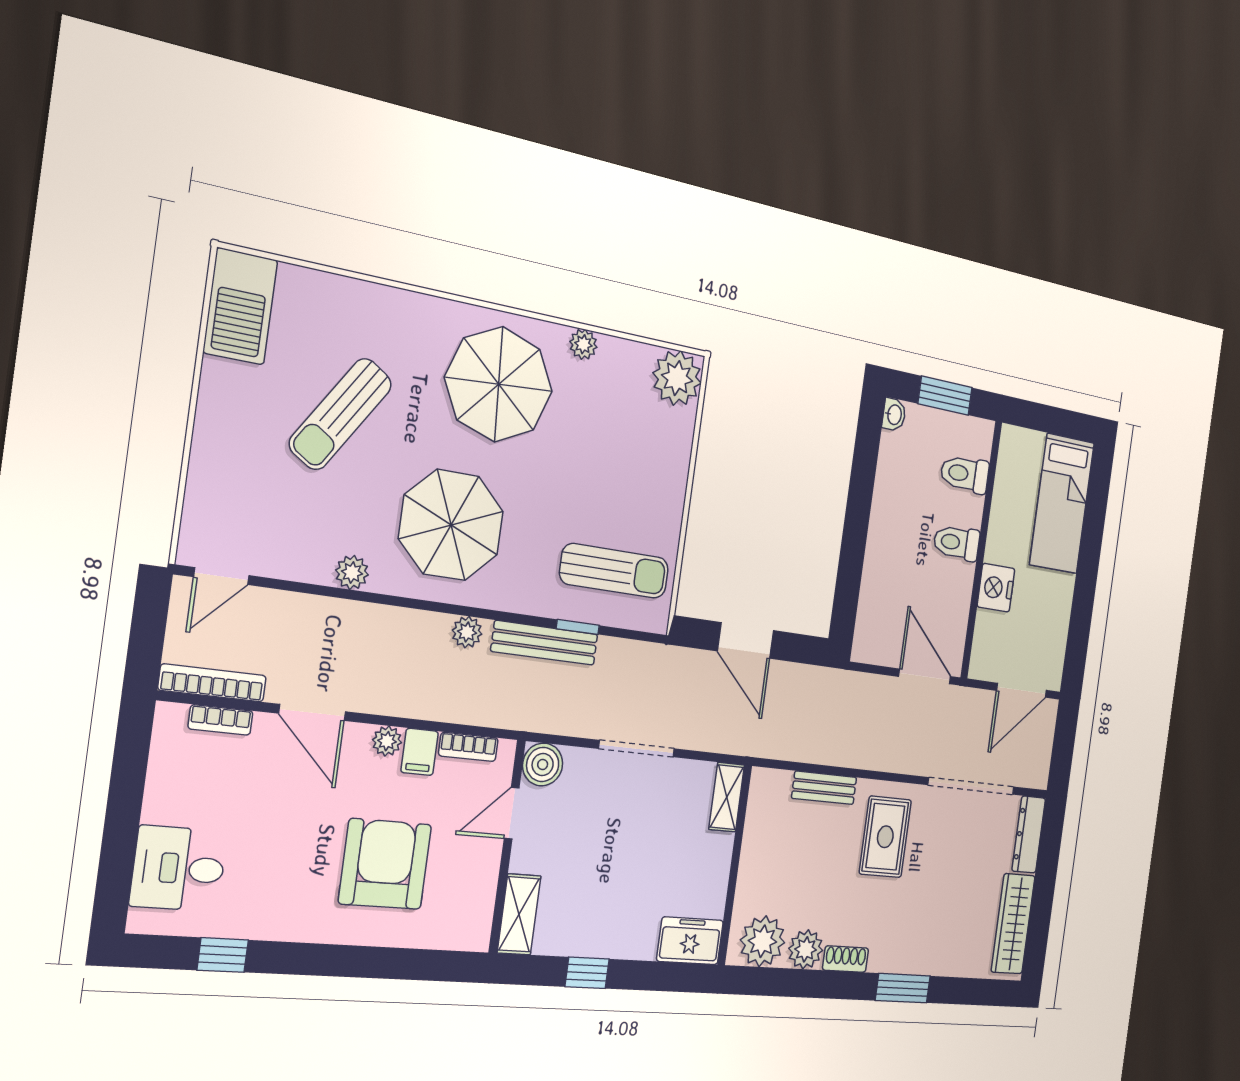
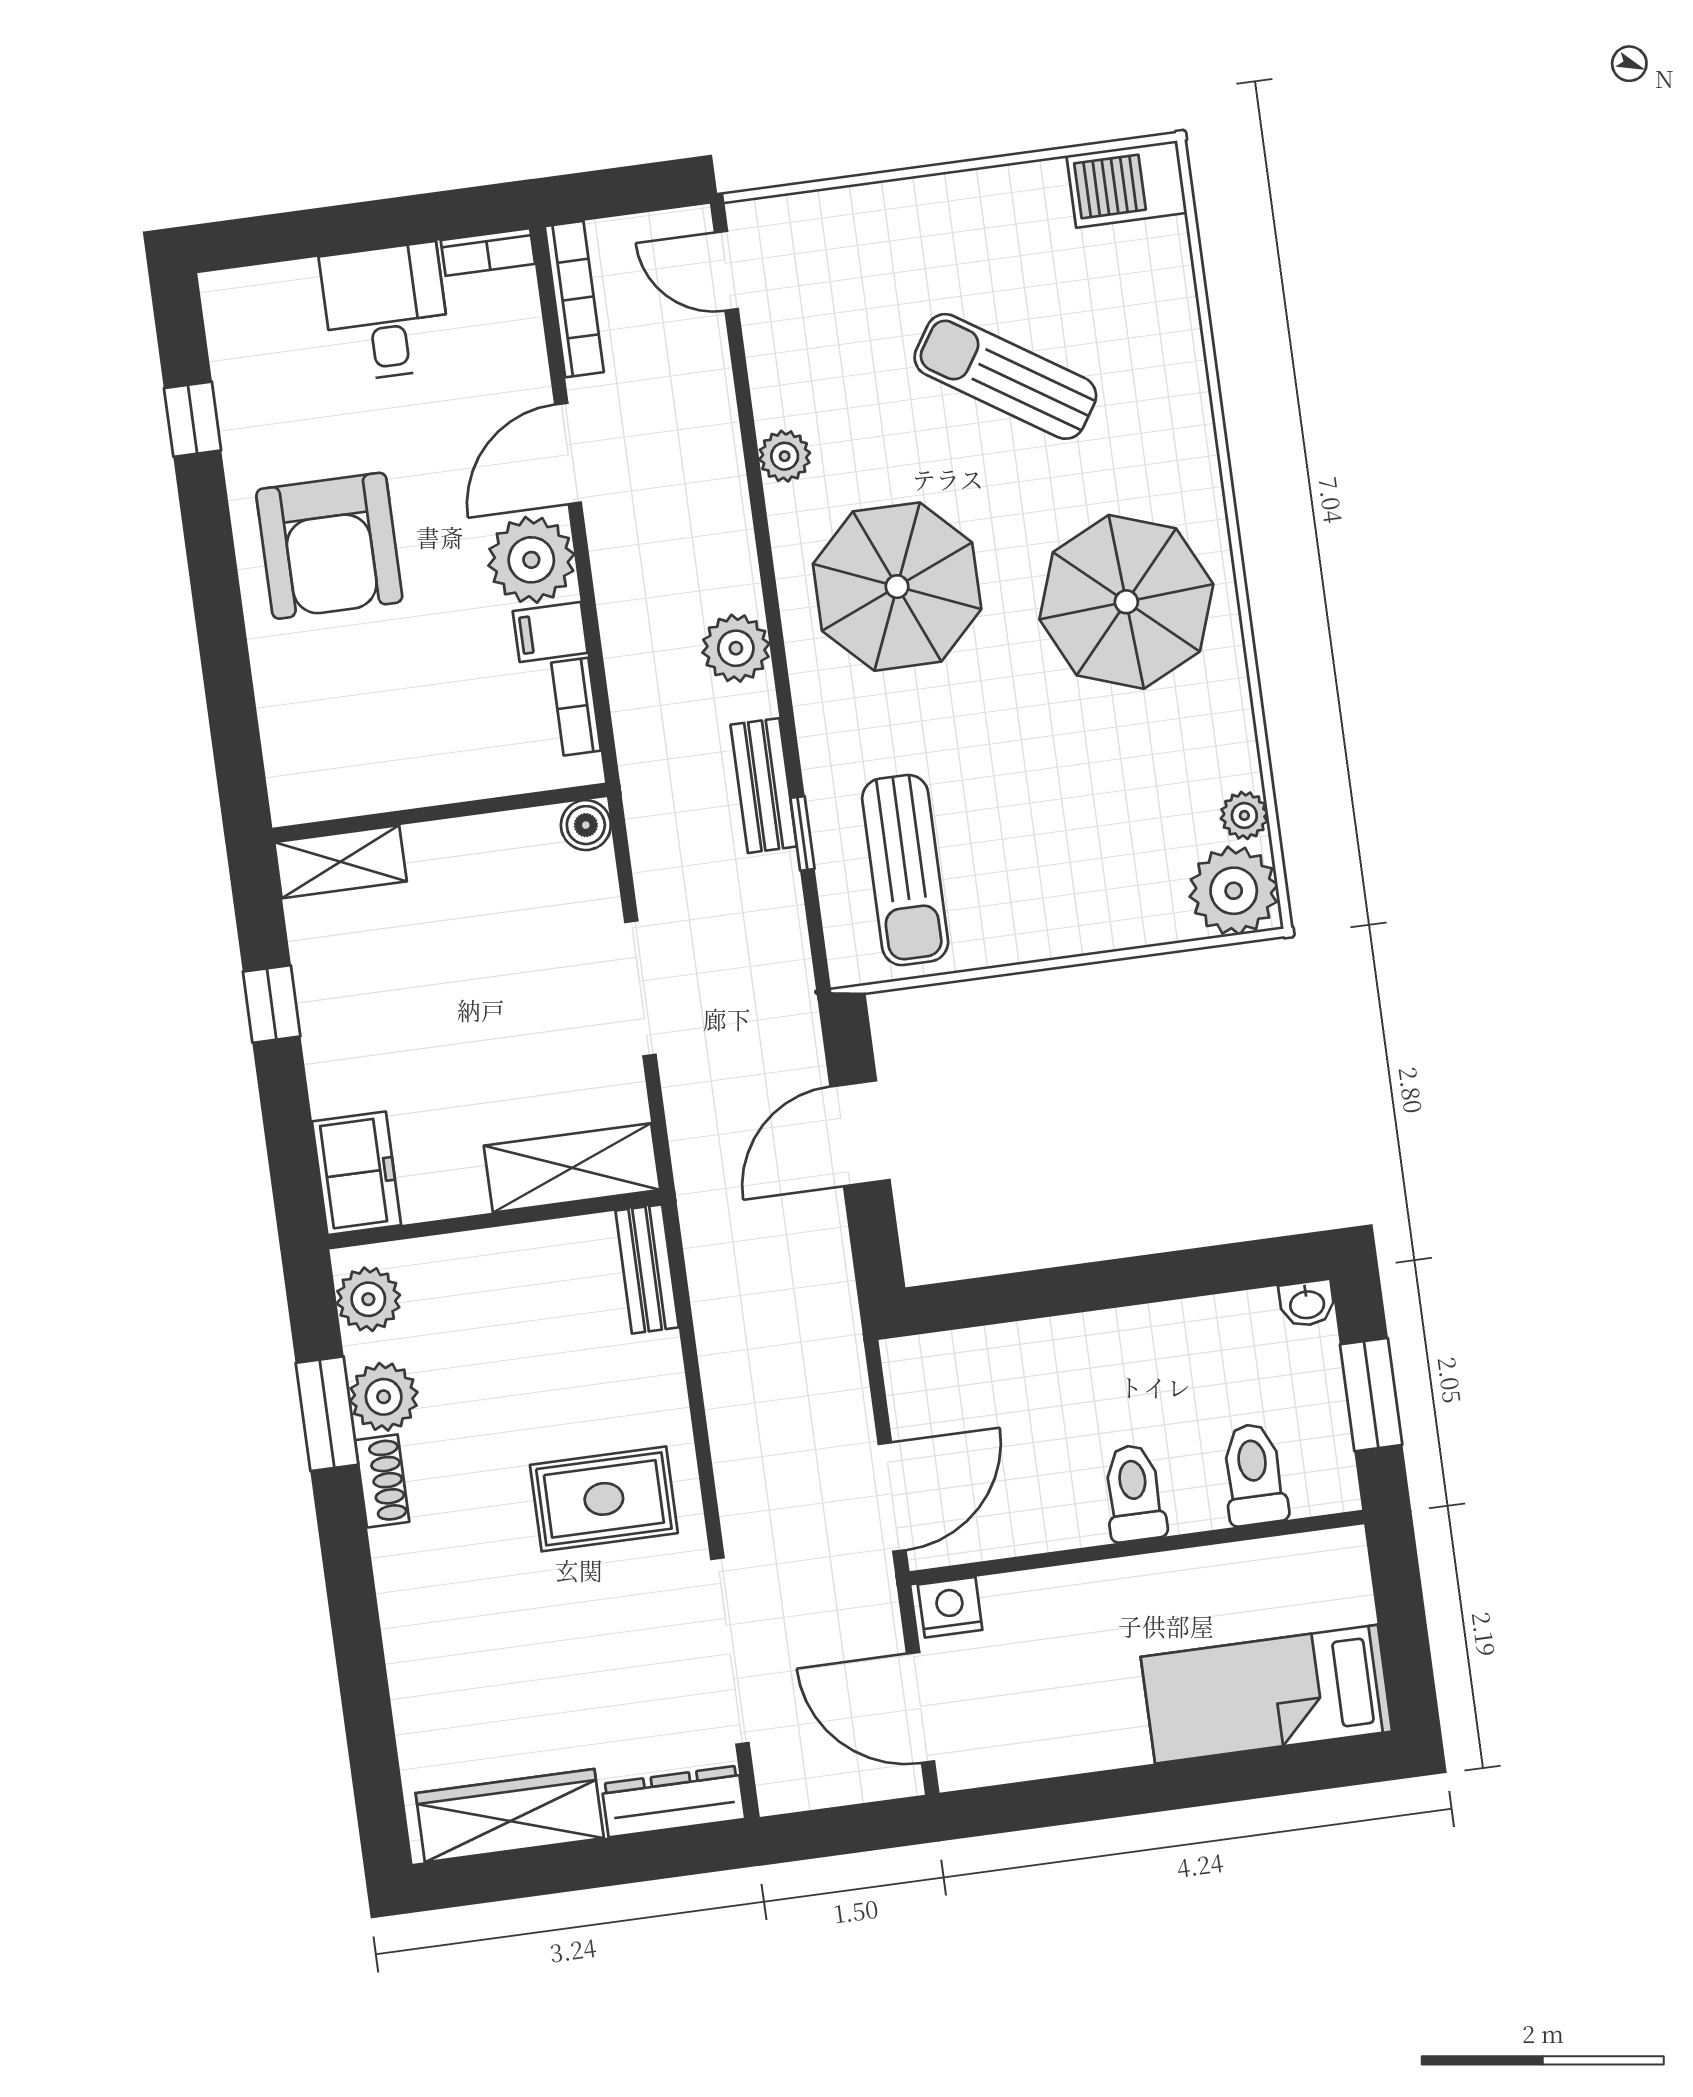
barbecue: (240, 306) -> (1127, 184), width x0.73, depth x0.83
plant: (583, 344) -> (1244, 815), moved
nightstand: (996, 588) -> (950, 1607), moved, width x0.74, depth x0.75
plant: (467, 632) -> (736, 648), width x1.38, depth x1.38
bench: (545, 643) -> (764, 786), width x0.73
bookcase: (221, 720) -> (488, 252), moved, turned -90
plant: (387, 741) -> (531, 560), width x1.88, depth x1.88
boiler: (543, 764) -> (586, 825), width x0.73, depth x0.73
bench: (824, 788) -> (647, 1269), moved
shelving: (727, 797) -> (572, 1168), width x1.50, depth x1.33
door: (512, 813) -> (492, 805), removed
armchair: (385, 864) -> (329, 546), moved, turned 90
desk: (179, 868) -> (386, 312), moved
plant: (763, 941) -> (368, 1299), width x0.73, depth x0.73
window: (903, 988) -> (327, 1414), moved

